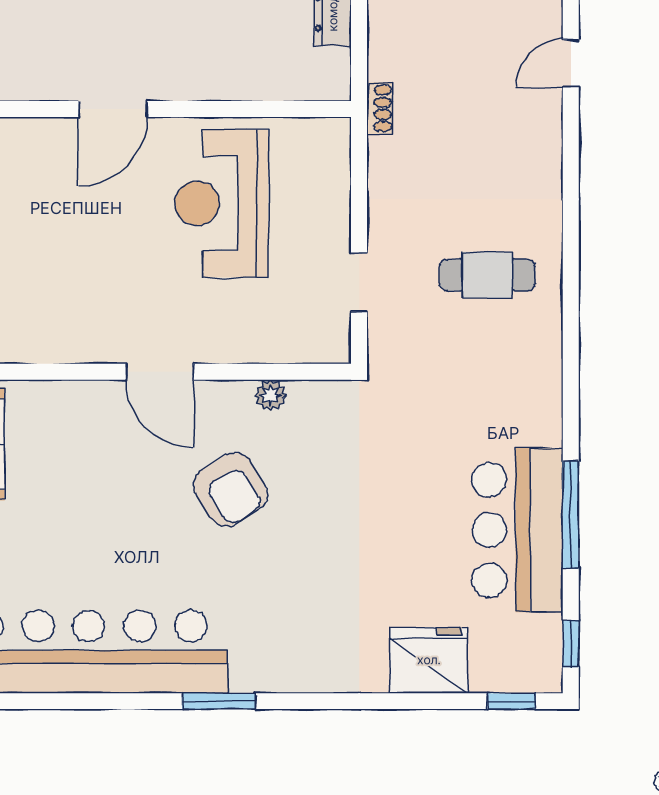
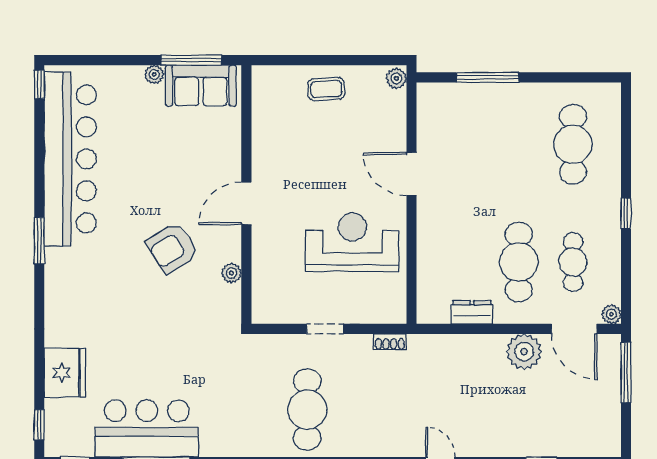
shoe rack: (380, 108) -> (390, 342), moved
cafe table: (487, 275) -> (307, 410), width x1.37, depth x1.35
doorway: (359, 283) -> (325, 329), moved

